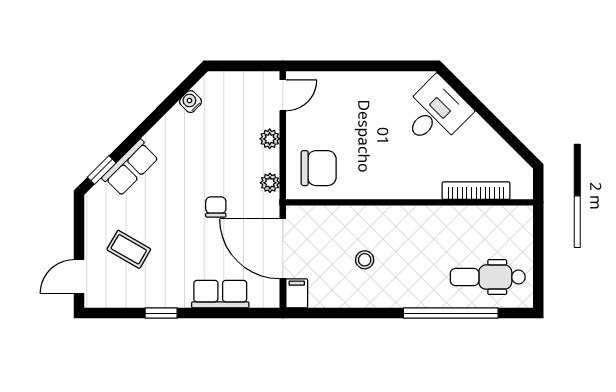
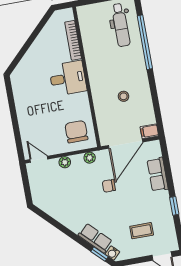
water cooler: (191, 102) -> (112, 253), moved
desk: (435, 112) -> (68, 78), moved, turned 135
coffee table: (129, 249) -> (142, 231), turned 60

